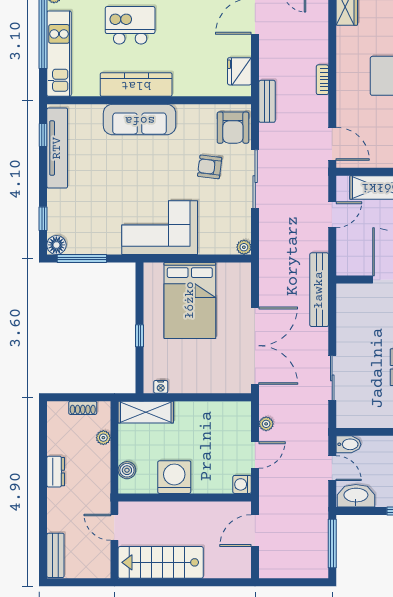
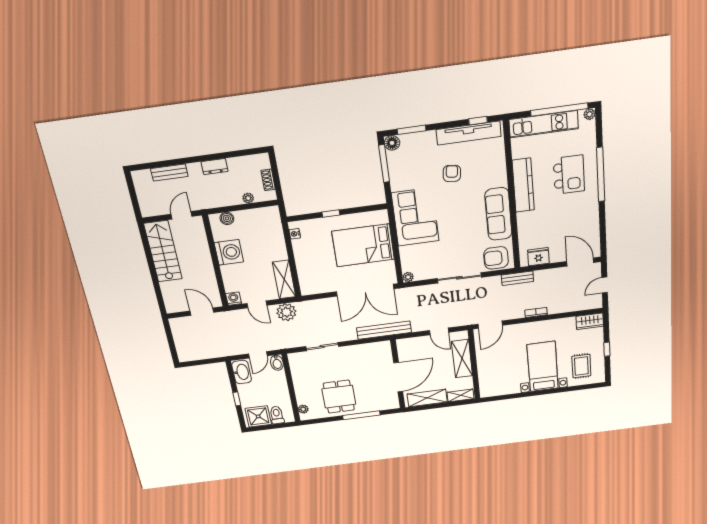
sofa: (140, 120) -> (498, 214), moved
armchair: (210, 167) -> (452, 173), moved
window: (43, 219) -> (411, 130), width x1.50
double door: (255, 346) -> (365, 290), moved
shelving: (146, 412) -> (284, 279), moved
plant: (266, 424) -> (286, 312), width x1.87, depth x1.87
window: (332, 543) -> (204, 362), removed
bench: (55, 555) -> (169, 172), moved

